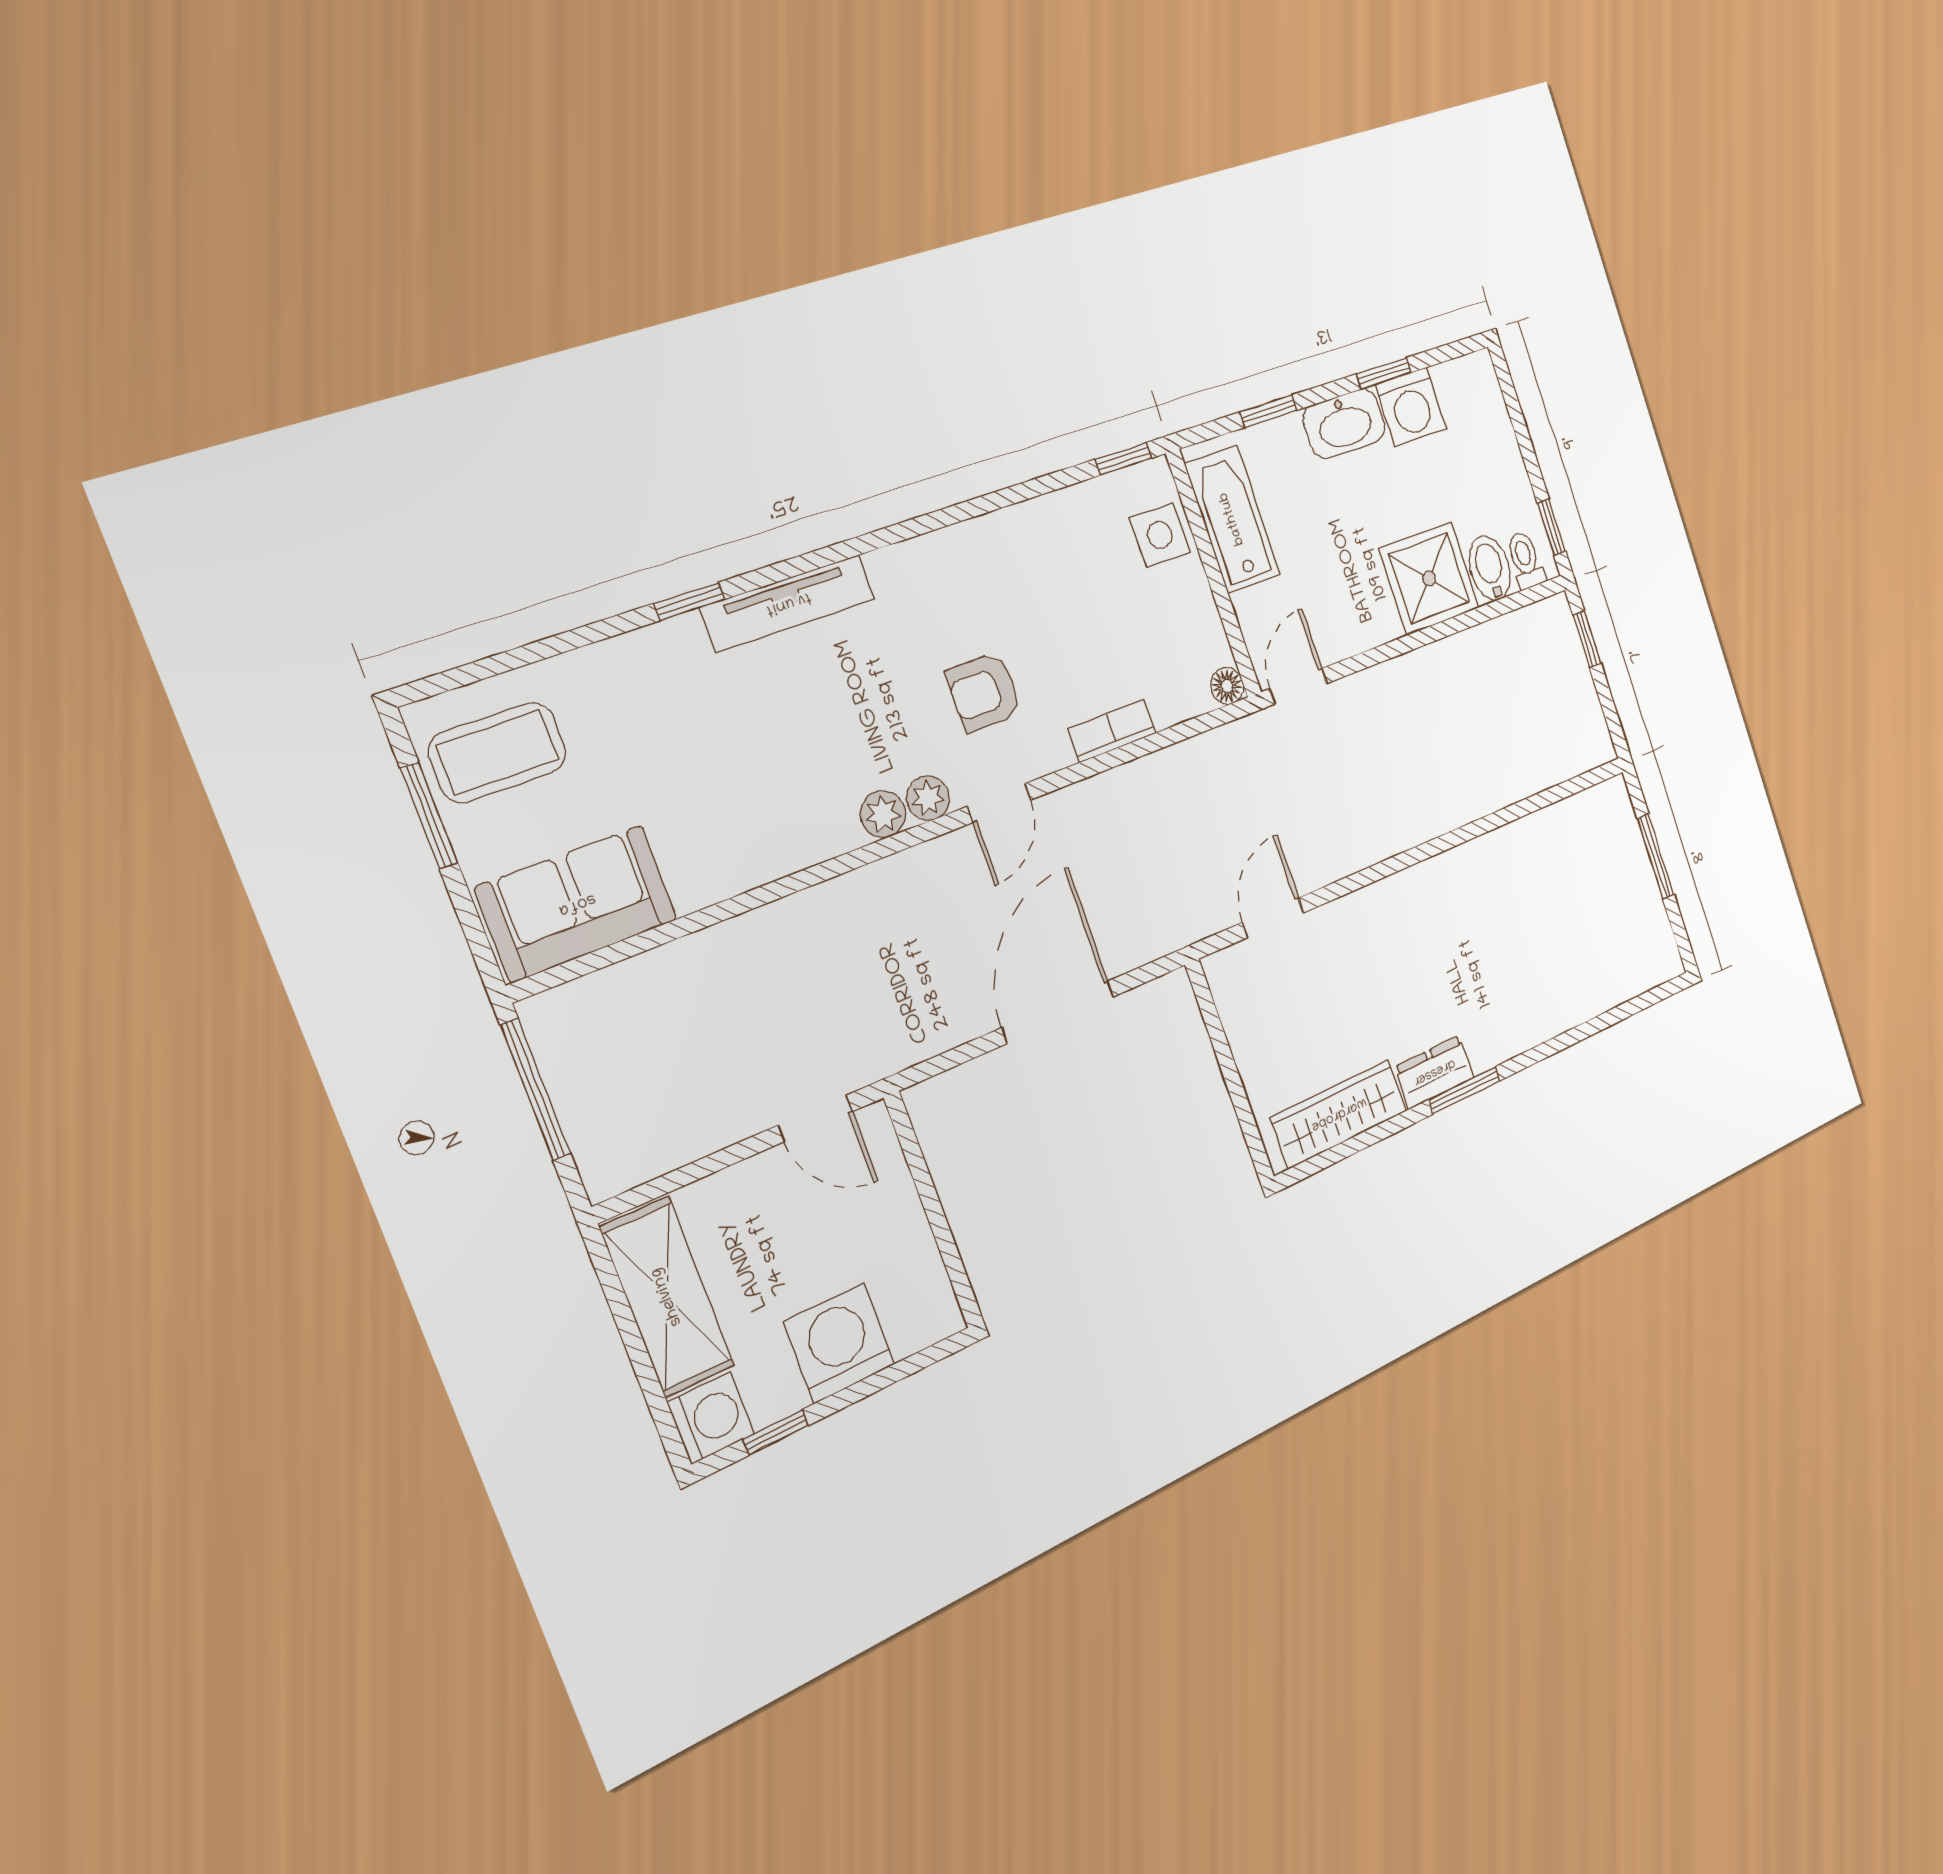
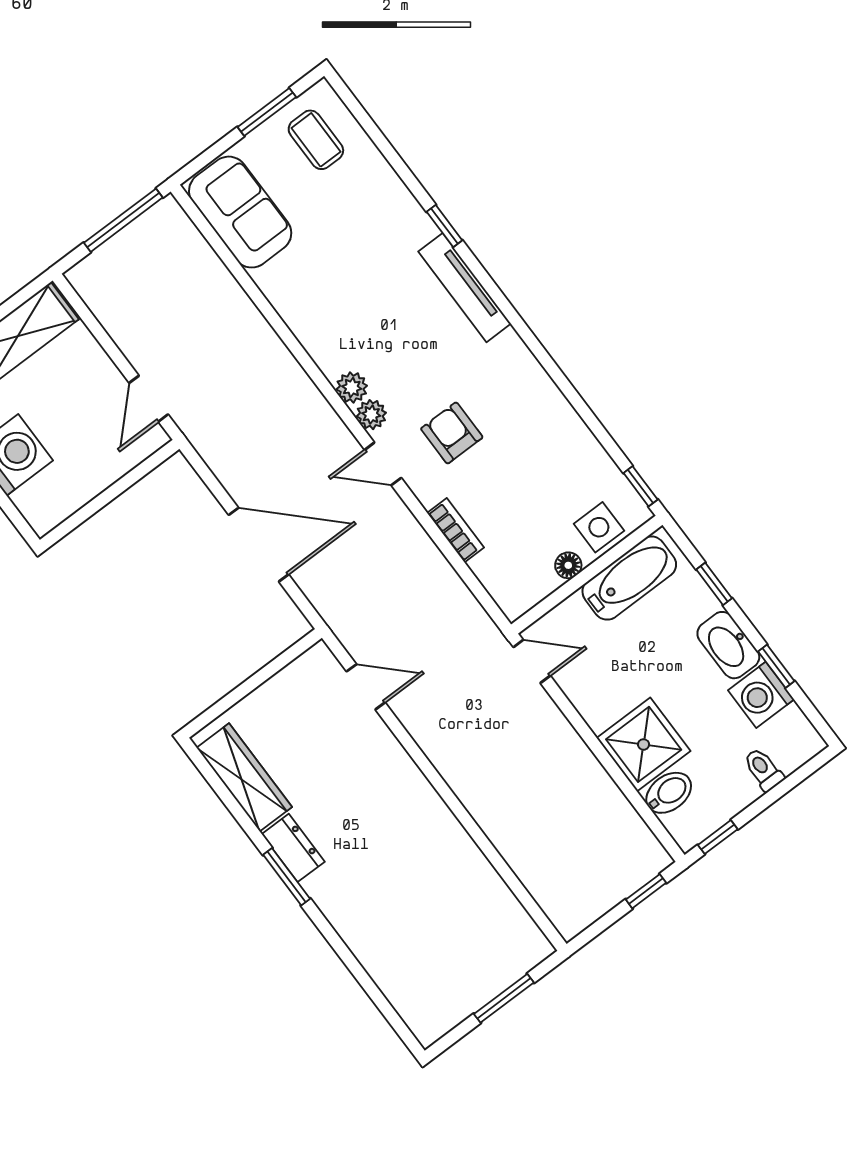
toilet: (1525, 560) -> (764, 770), moved, turned -90
floor lamp: (1227, 686) -> (568, 565), moved
coffee table: (498, 752) -> (316, 140), width x0.73, depth x0.77

